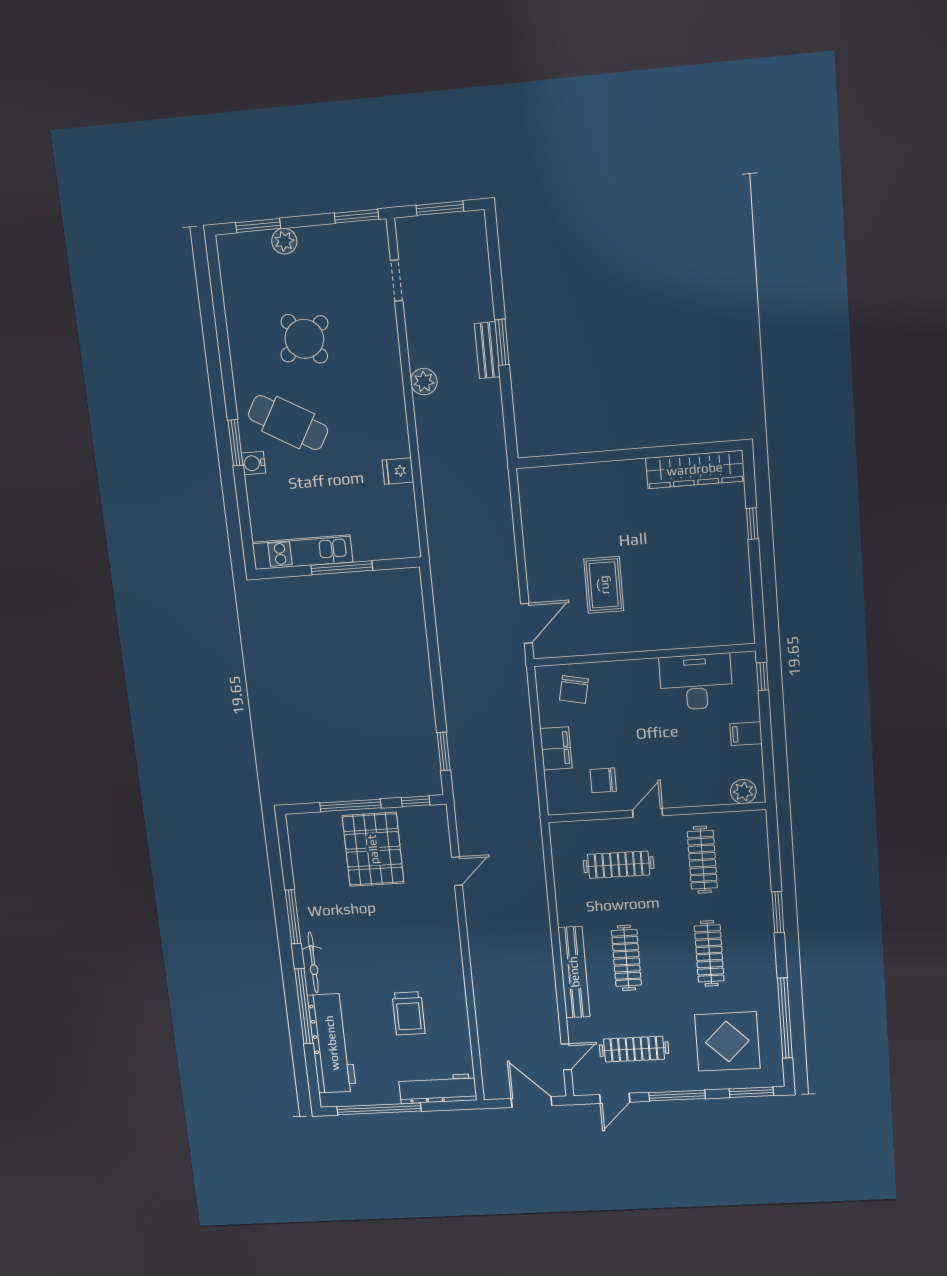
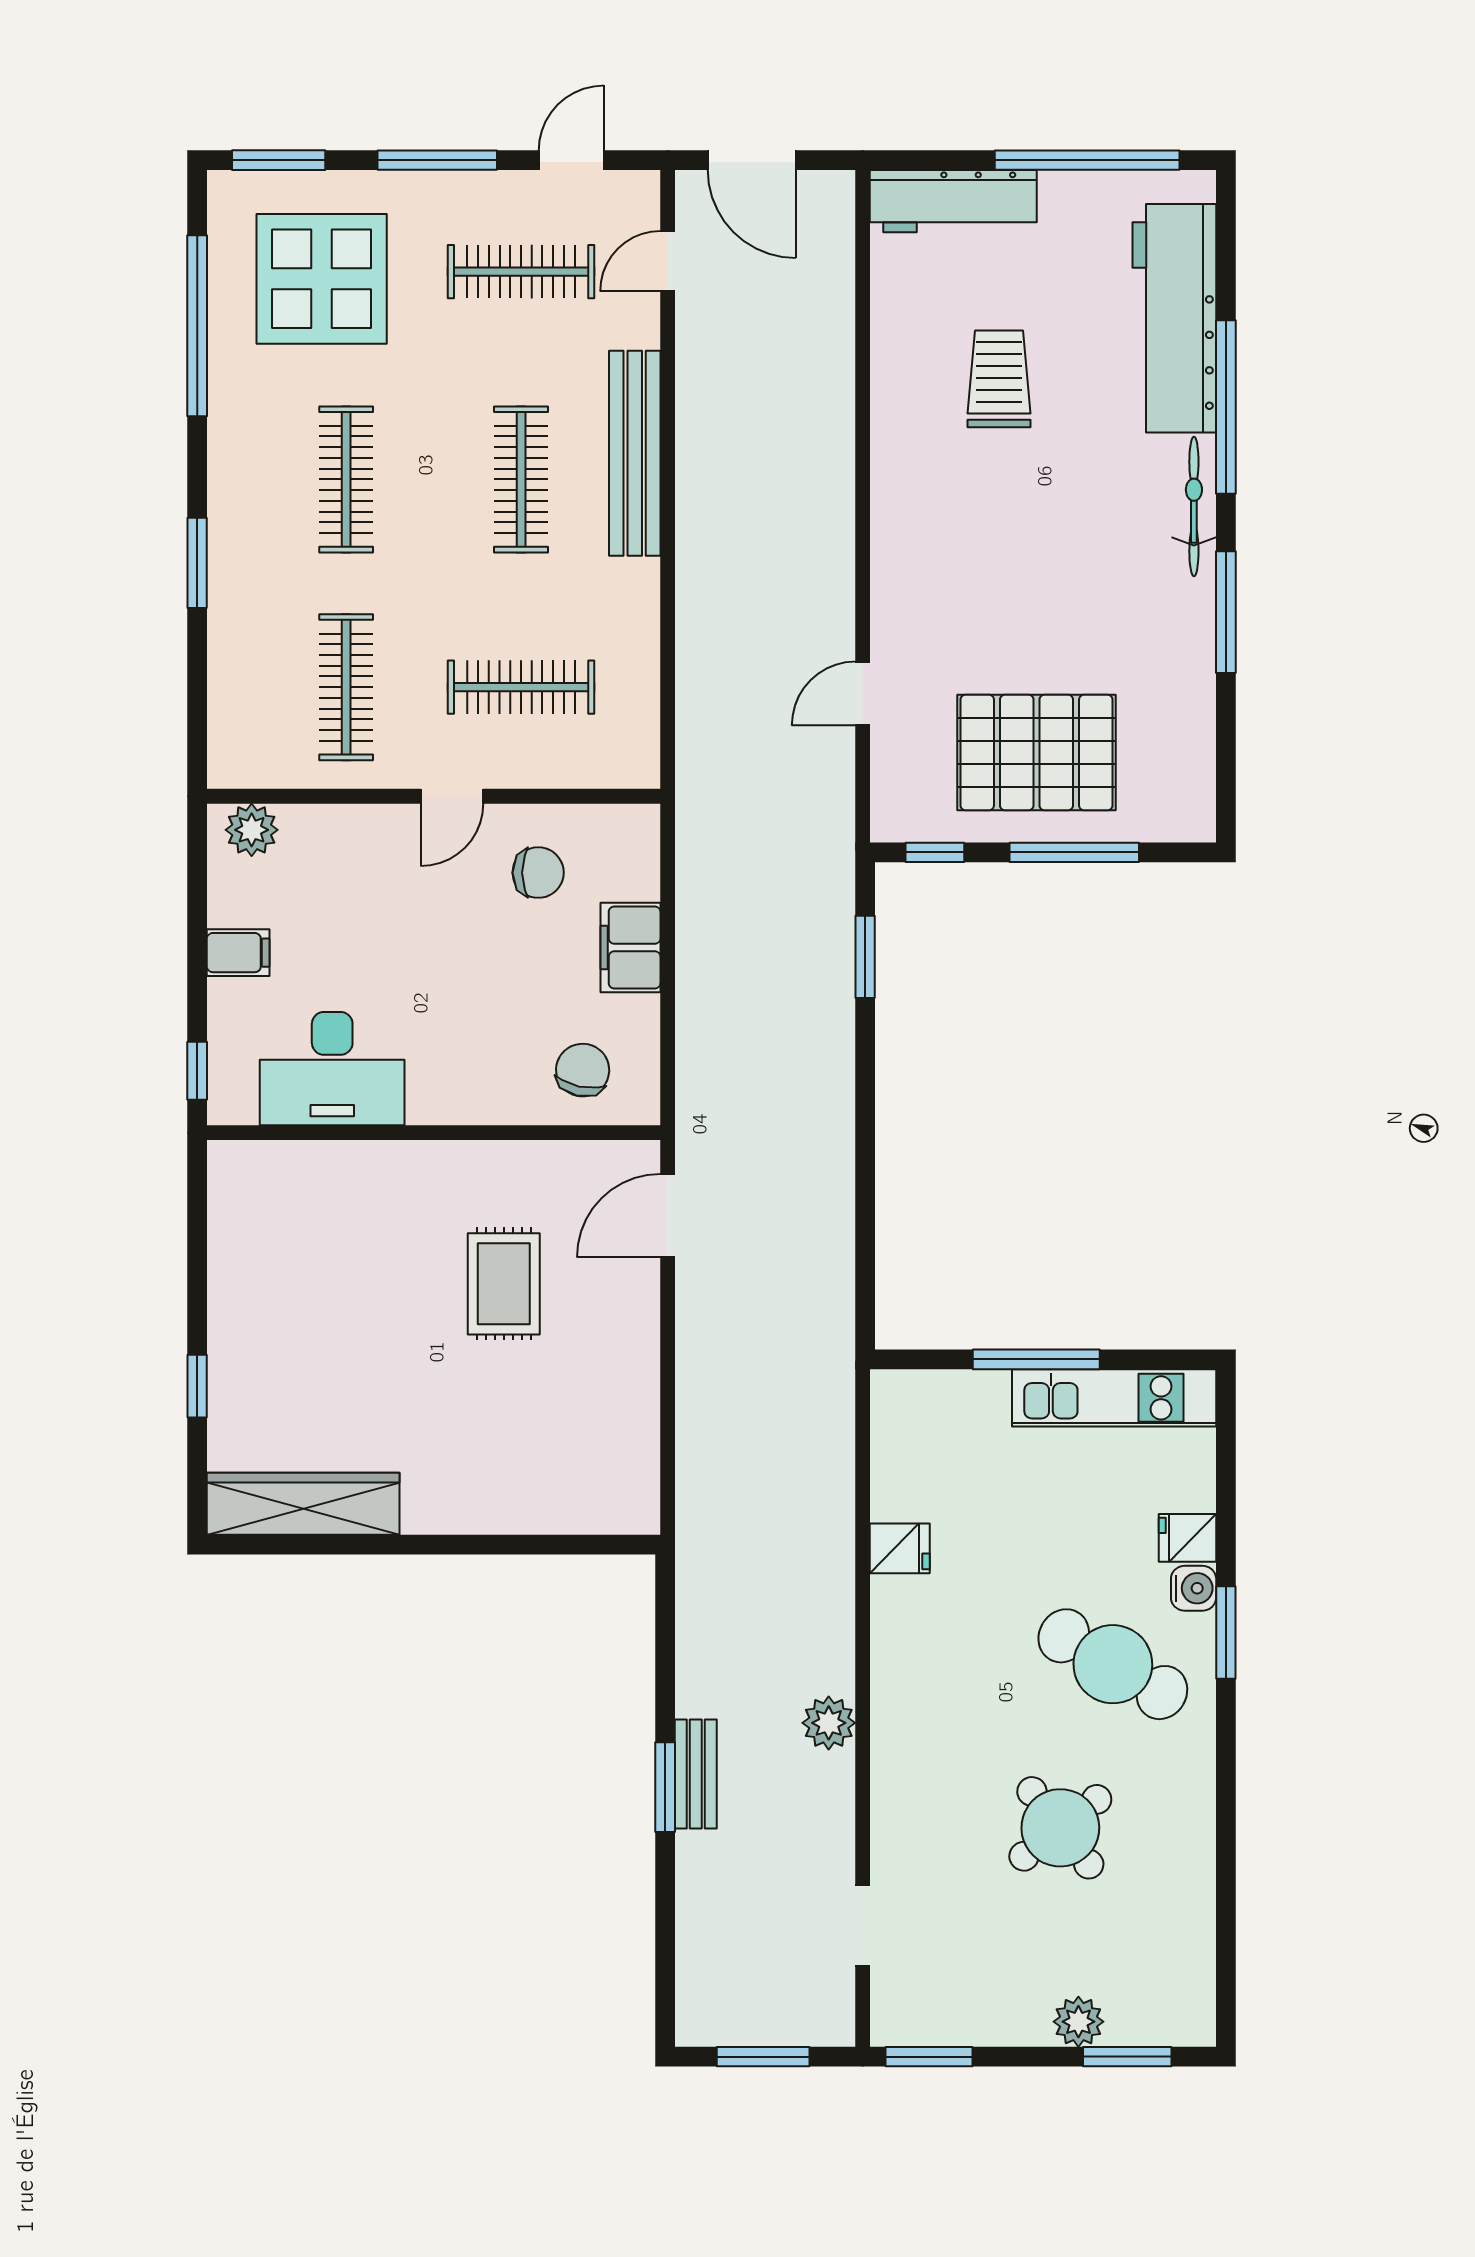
fridge: (259, 487) -> (1187, 1538), added
pallet: (373, 849) -> (1037, 753), turned 90

